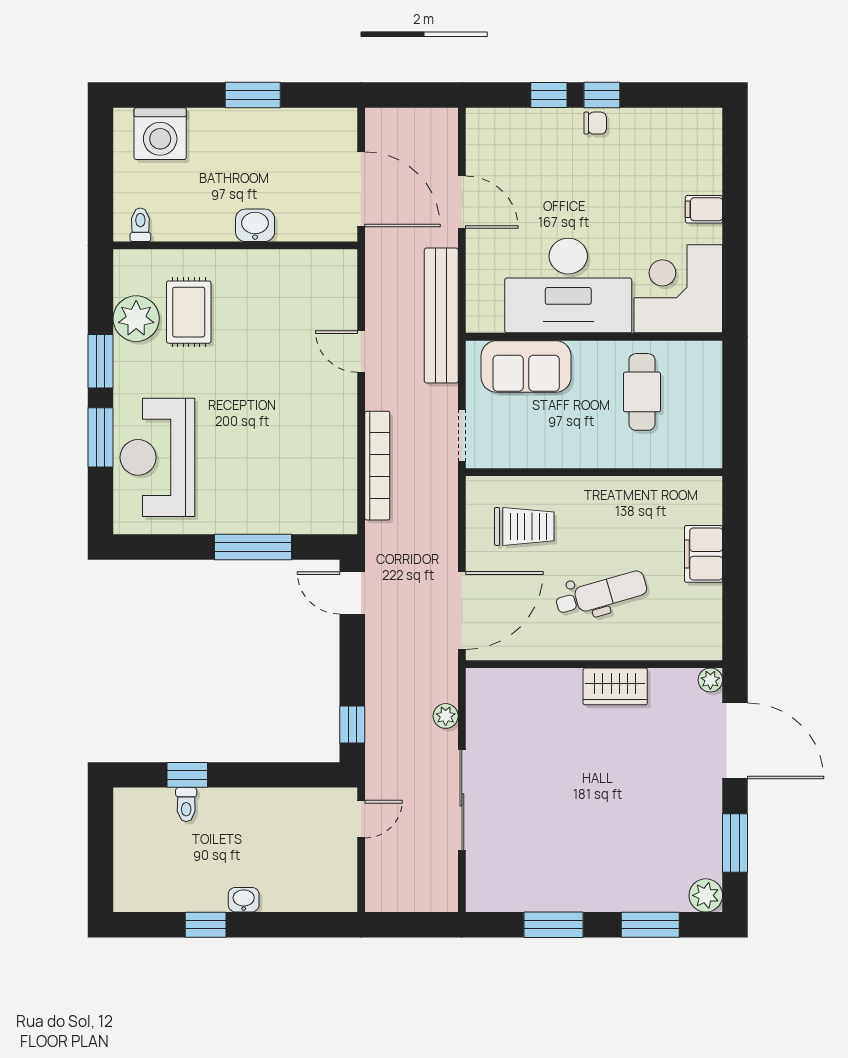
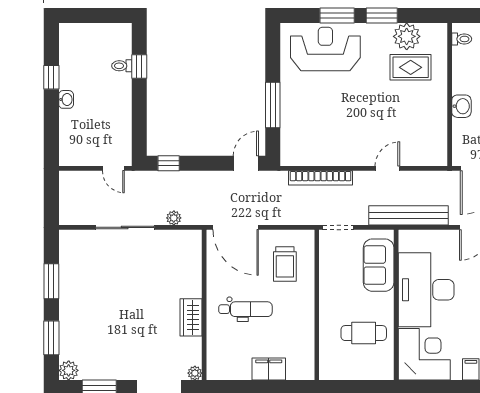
dental chair: (601, 594) -> (245, 309), turned -74

